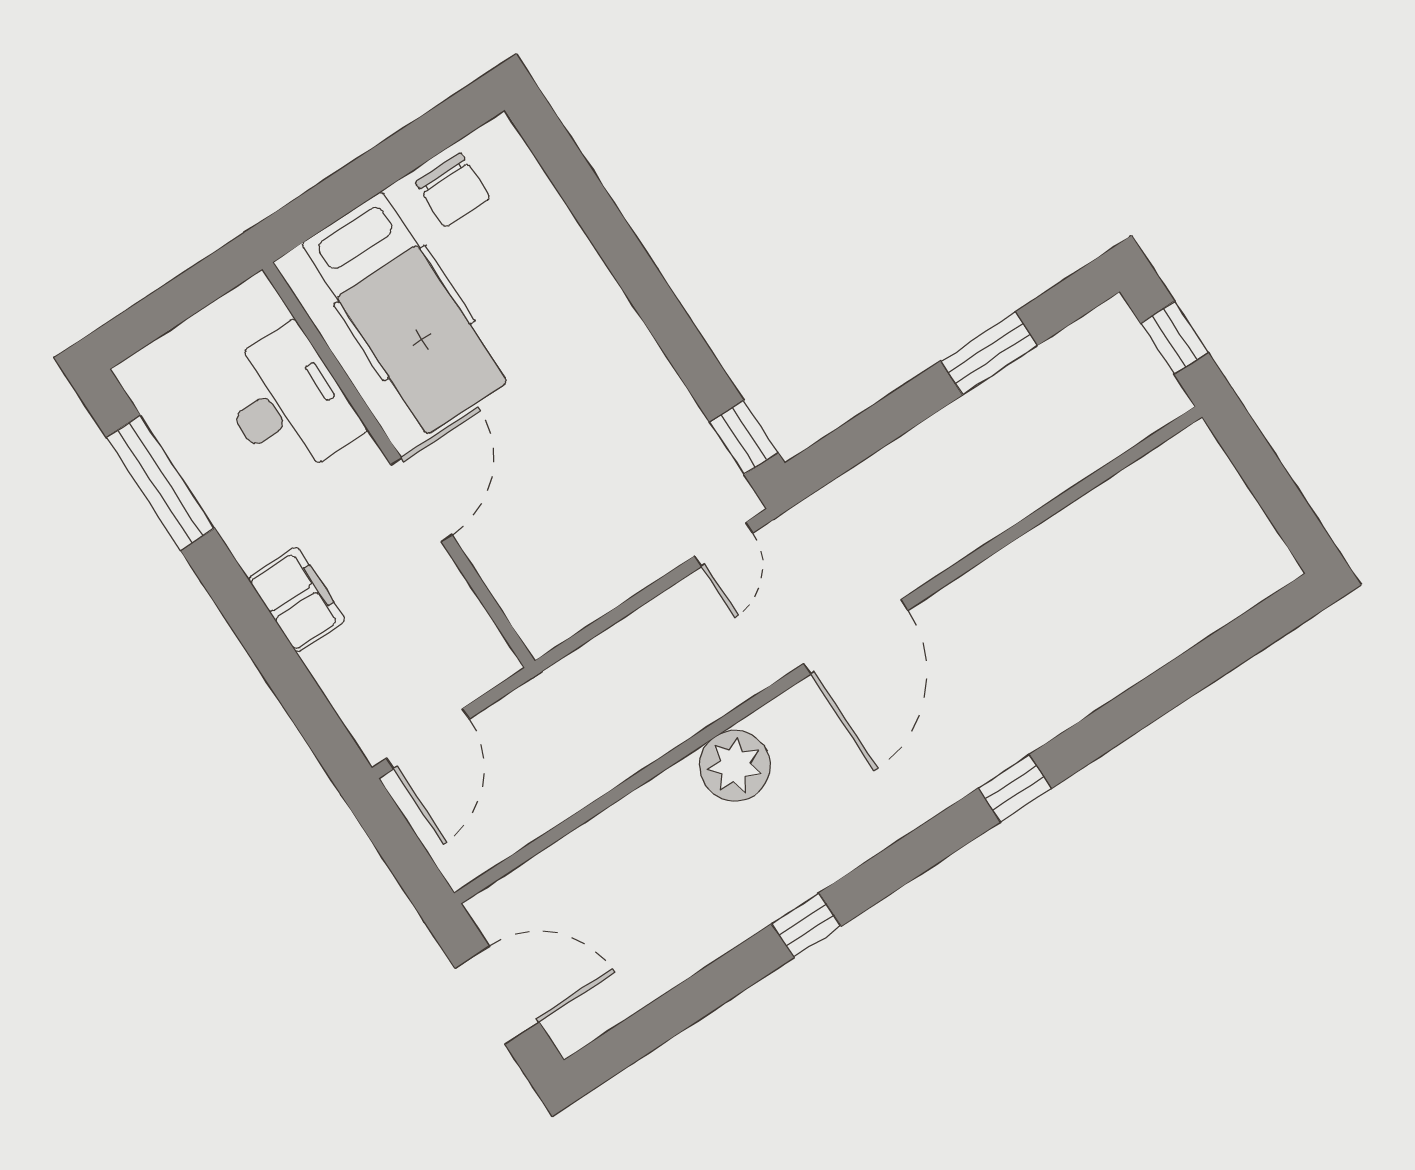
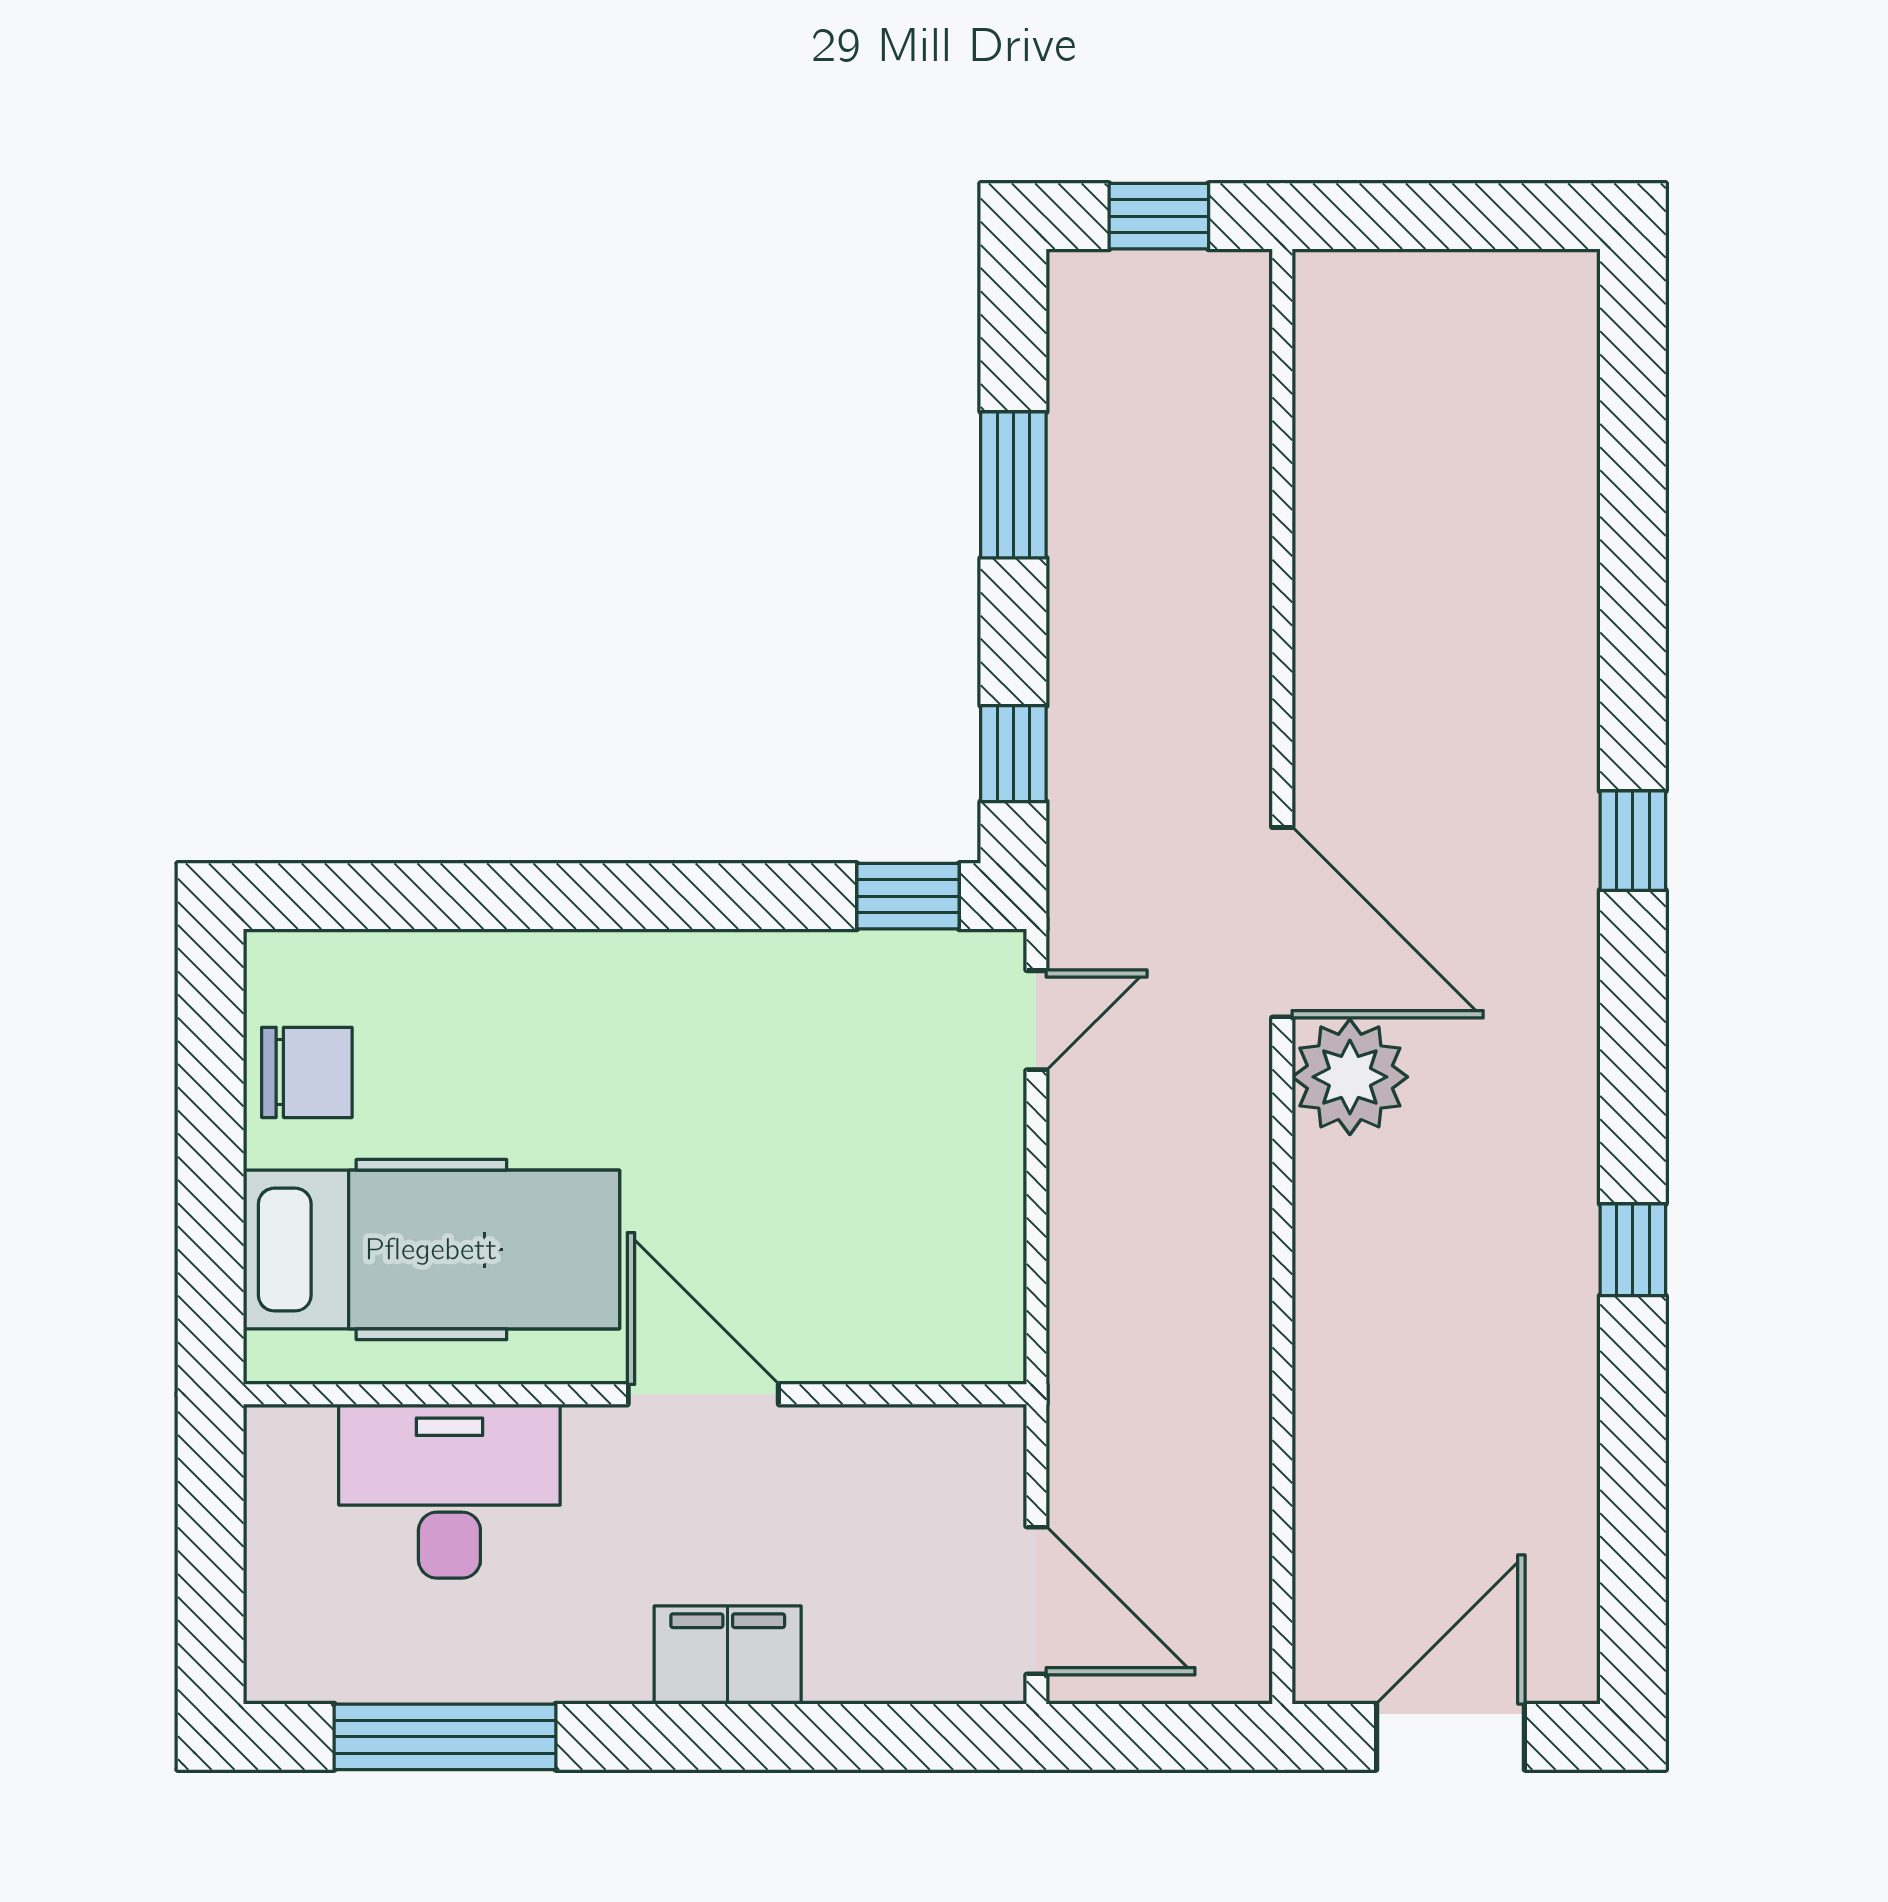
window: (852, 443) -> (1013, 754), added
door: (724, 544) -> (1036, 1020), hinge flipped
plant: (735, 766) -> (1350, 1077), moved

